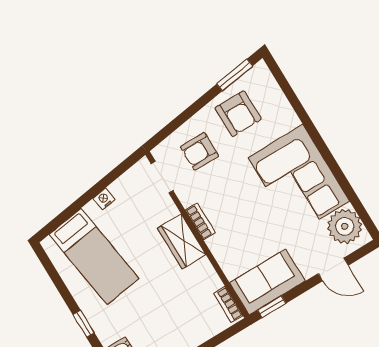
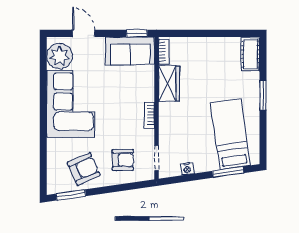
armchair: (238, 114) -> (84, 169), turned 66
nightstand: (104, 199) -> (187, 169), moved
window: (70, 211) -> (228, 172), added
wardrobe: (182, 242) -> (169, 84), moved
window: (84, 324) -> (263, 95), width x1.50

